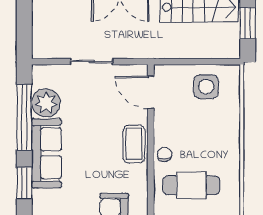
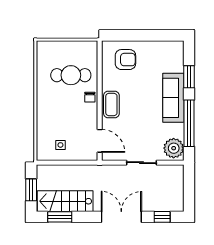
side table: (206, 87) -> (60, 145), width x0.54, depth x0.54
plant: (46, 103) -> (174, 148), moved

